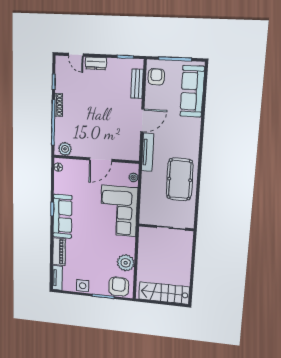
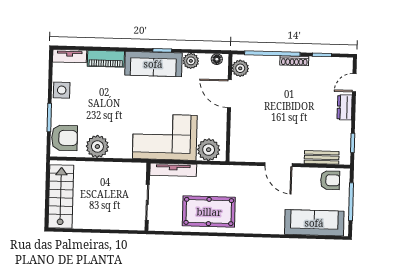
tv unit: (148, 152) -> (173, 170), moved
door: (101, 160) -> (229, 94), moved
plant: (133, 177) -> (209, 150), width x1.87, depth x1.87
plant: (60, 187) -> (191, 61), added

